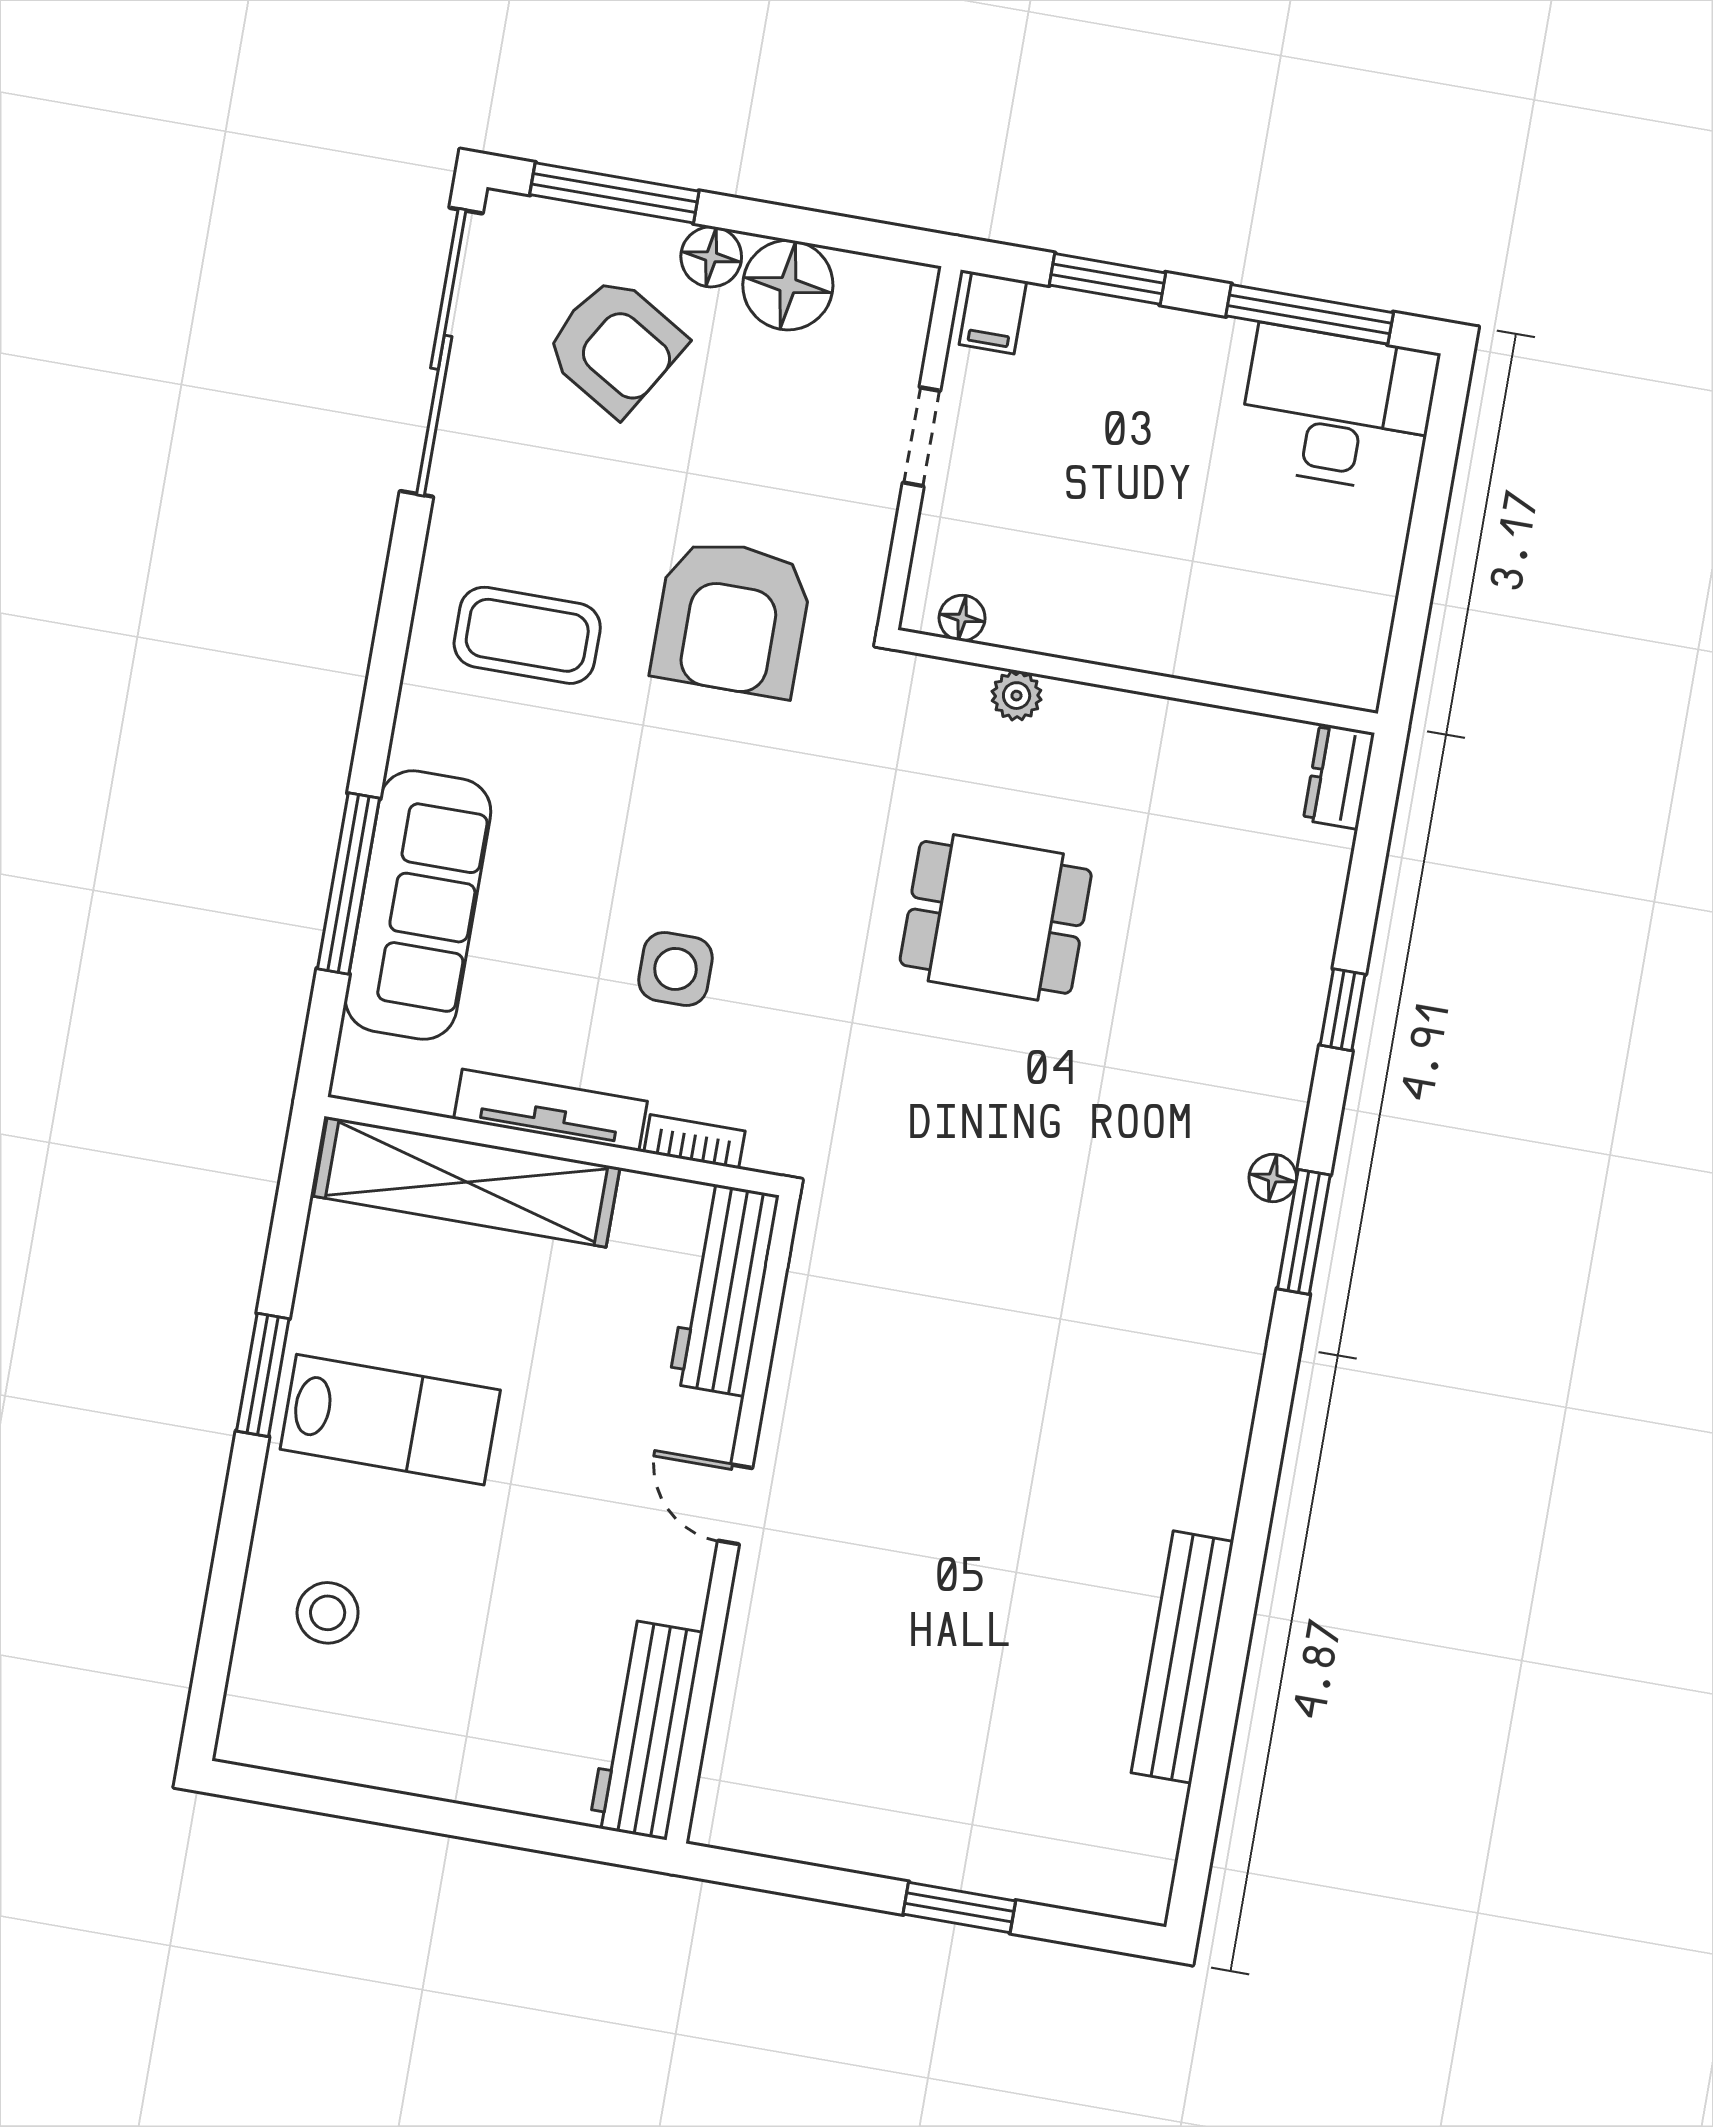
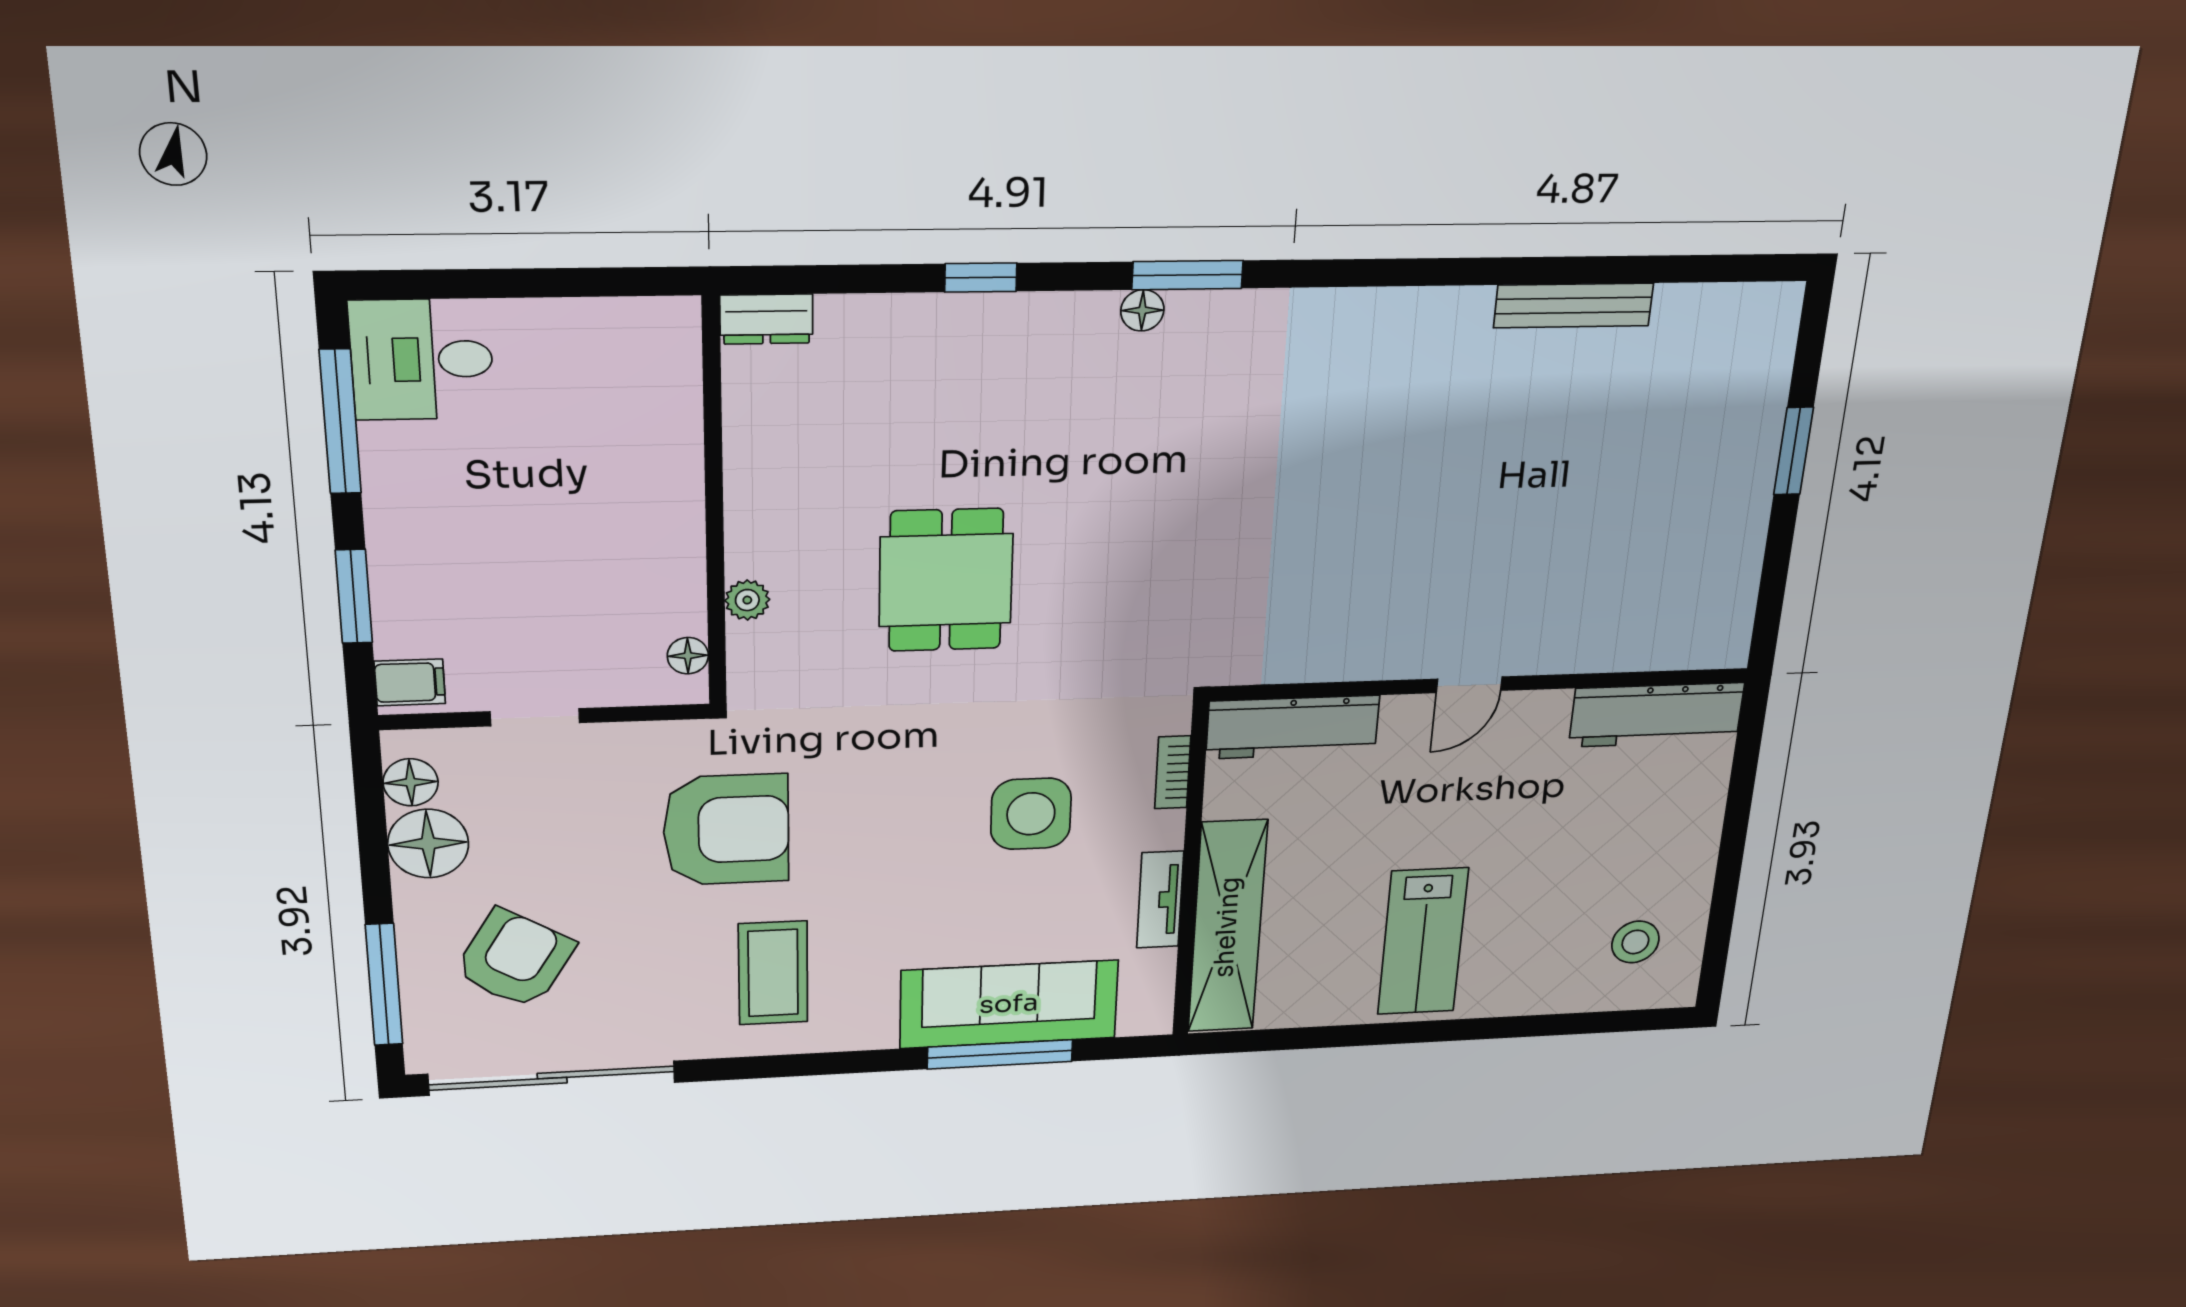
floor lamp: (711, 257) -> (411, 782), moved
desk: (1337, 409) -> (422, 359), width x0.73
side table: (675, 969) -> (1031, 814), width x1.37, depth x1.37
tv unit: (551, 1110) -> (1160, 900), width x0.71
window: (263, 1375) -> (1396, 1033), removed
lab bench: (390, 1420) -> (1423, 942), turned 180
stool: (328, 1613) -> (1635, 942), moved
bench: (1182, 1657) -> (1574, 305), width x0.73, depth x0.82

